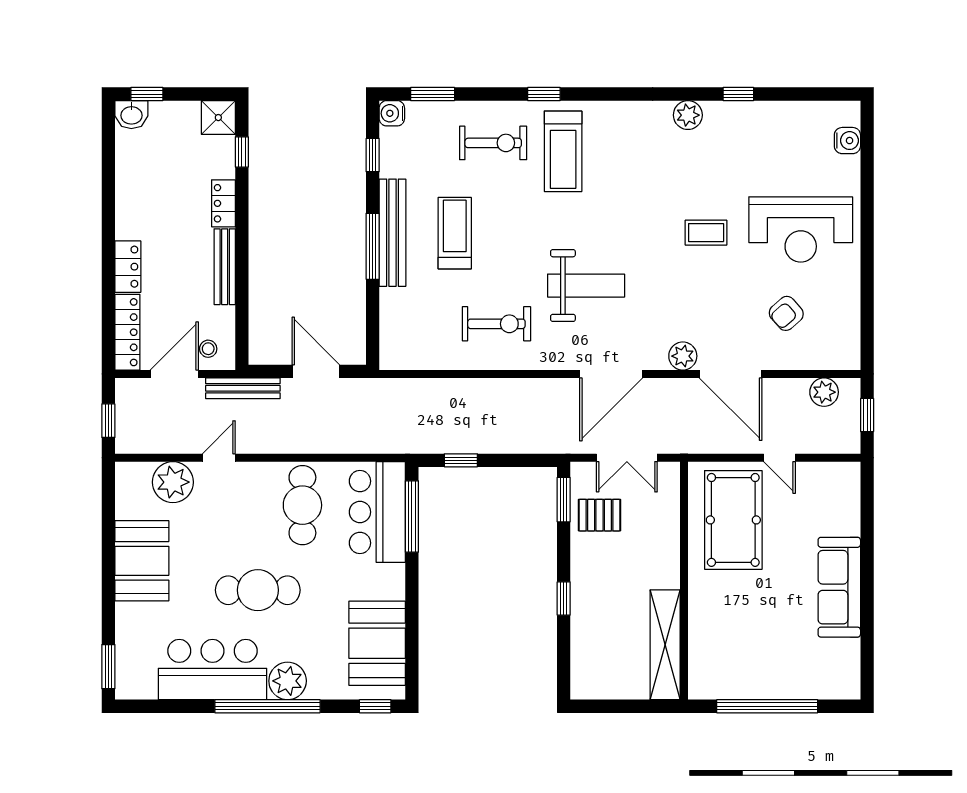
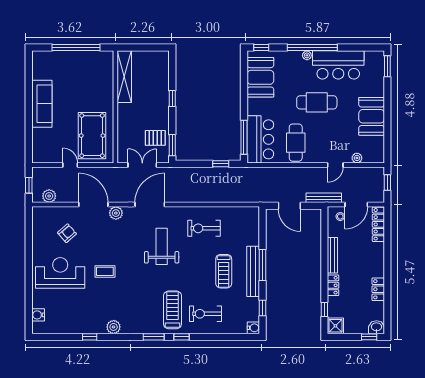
window: (433, 94) -> (154, 337), moved
locker: (128, 267) -> (378, 289), moved
weight bench: (586, 286) -> (162, 246), turned 90
plant: (173, 482) -> (357, 158), width x0.53, depth x0.53
plant: (288, 681) -> (307, 55), width x0.53, depth x0.53

